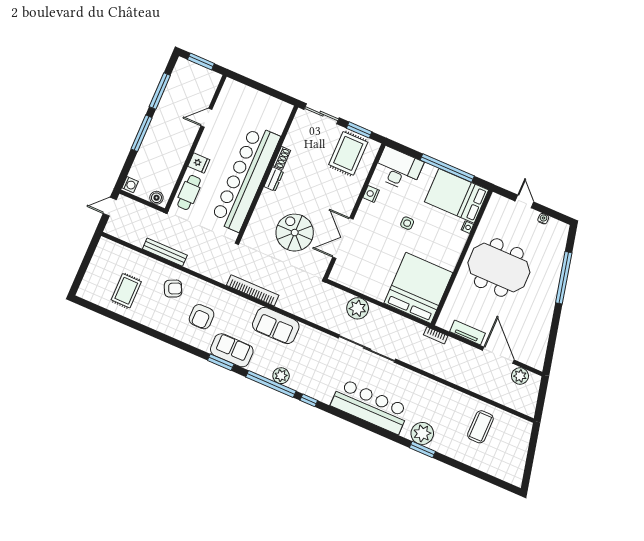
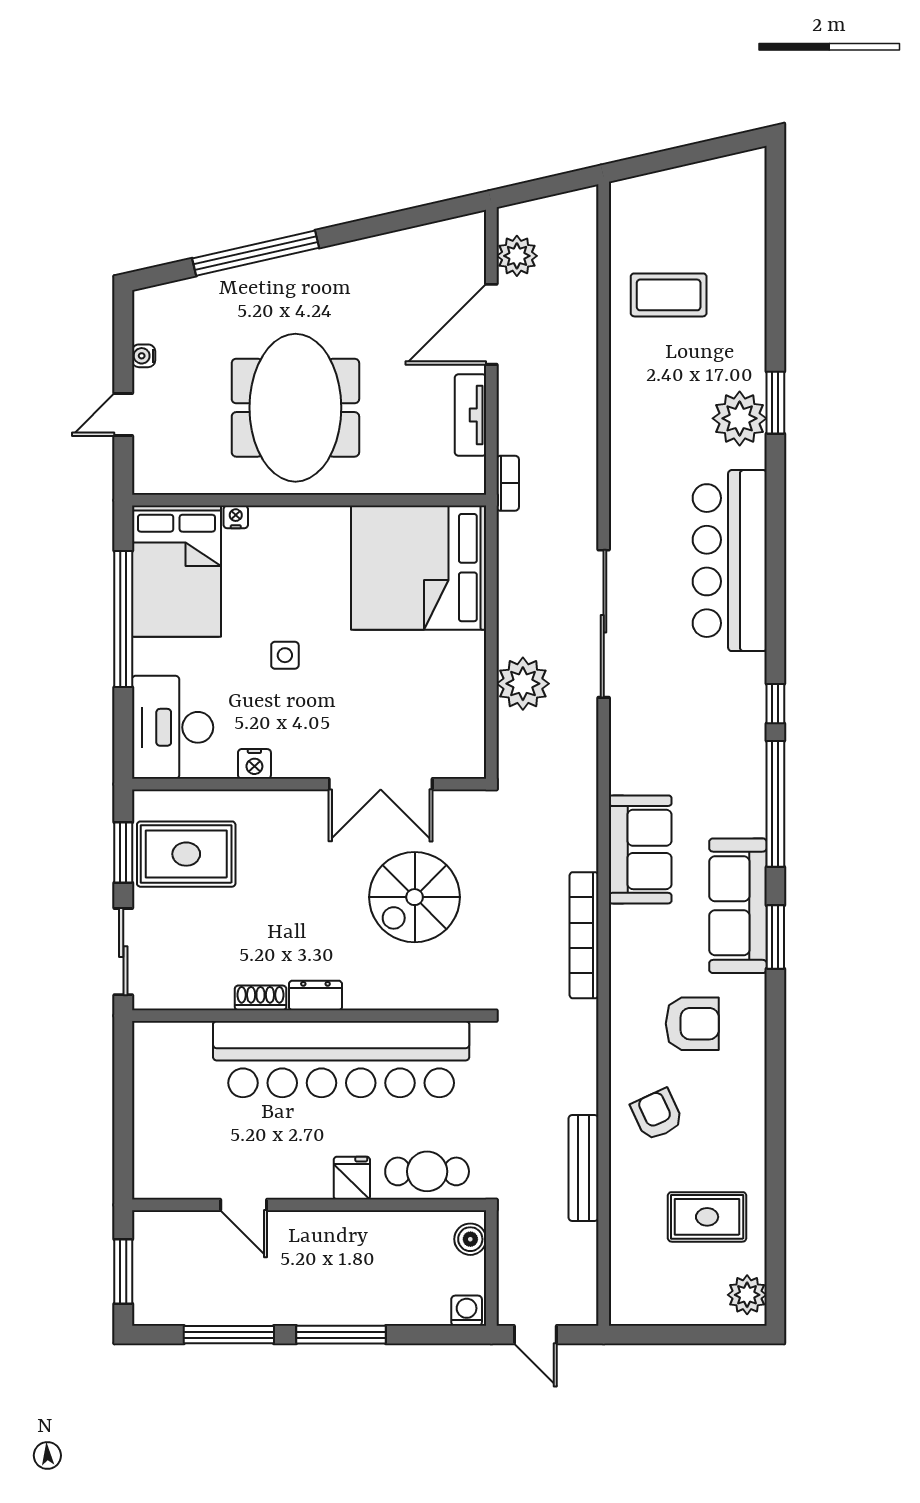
sofa: (232, 350) -> (738, 906), width x1.36
plant: (281, 376) -> (747, 1295), moved

